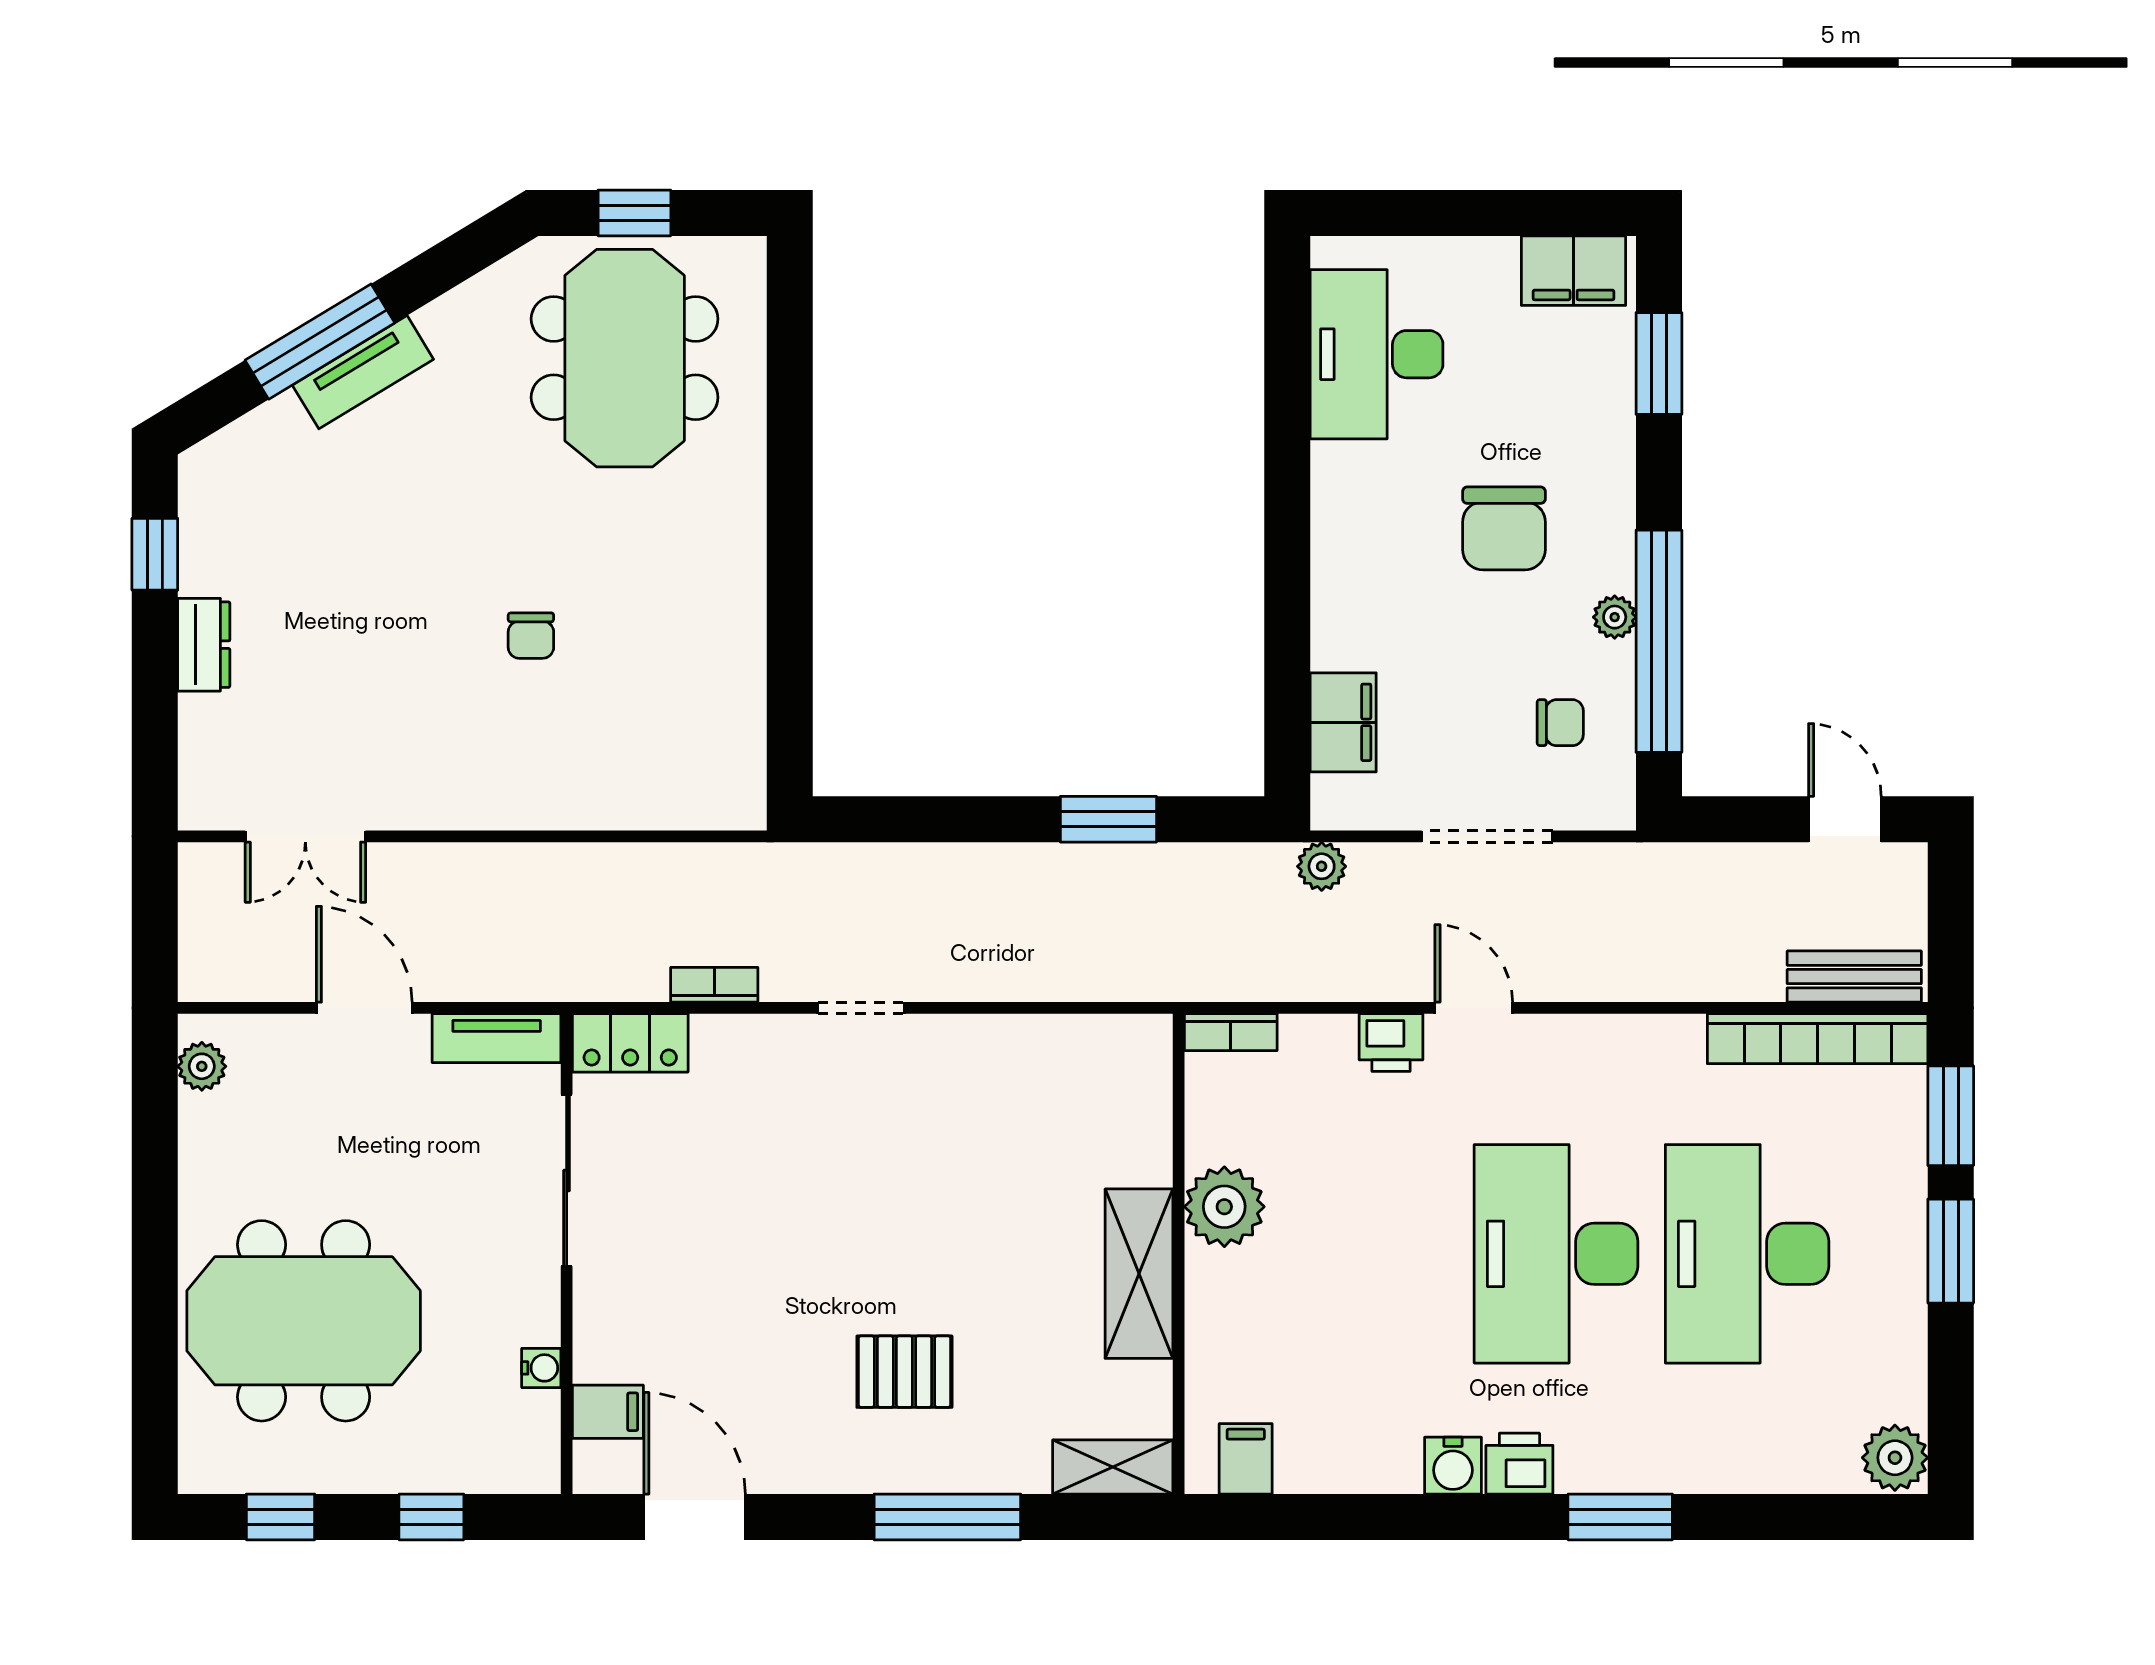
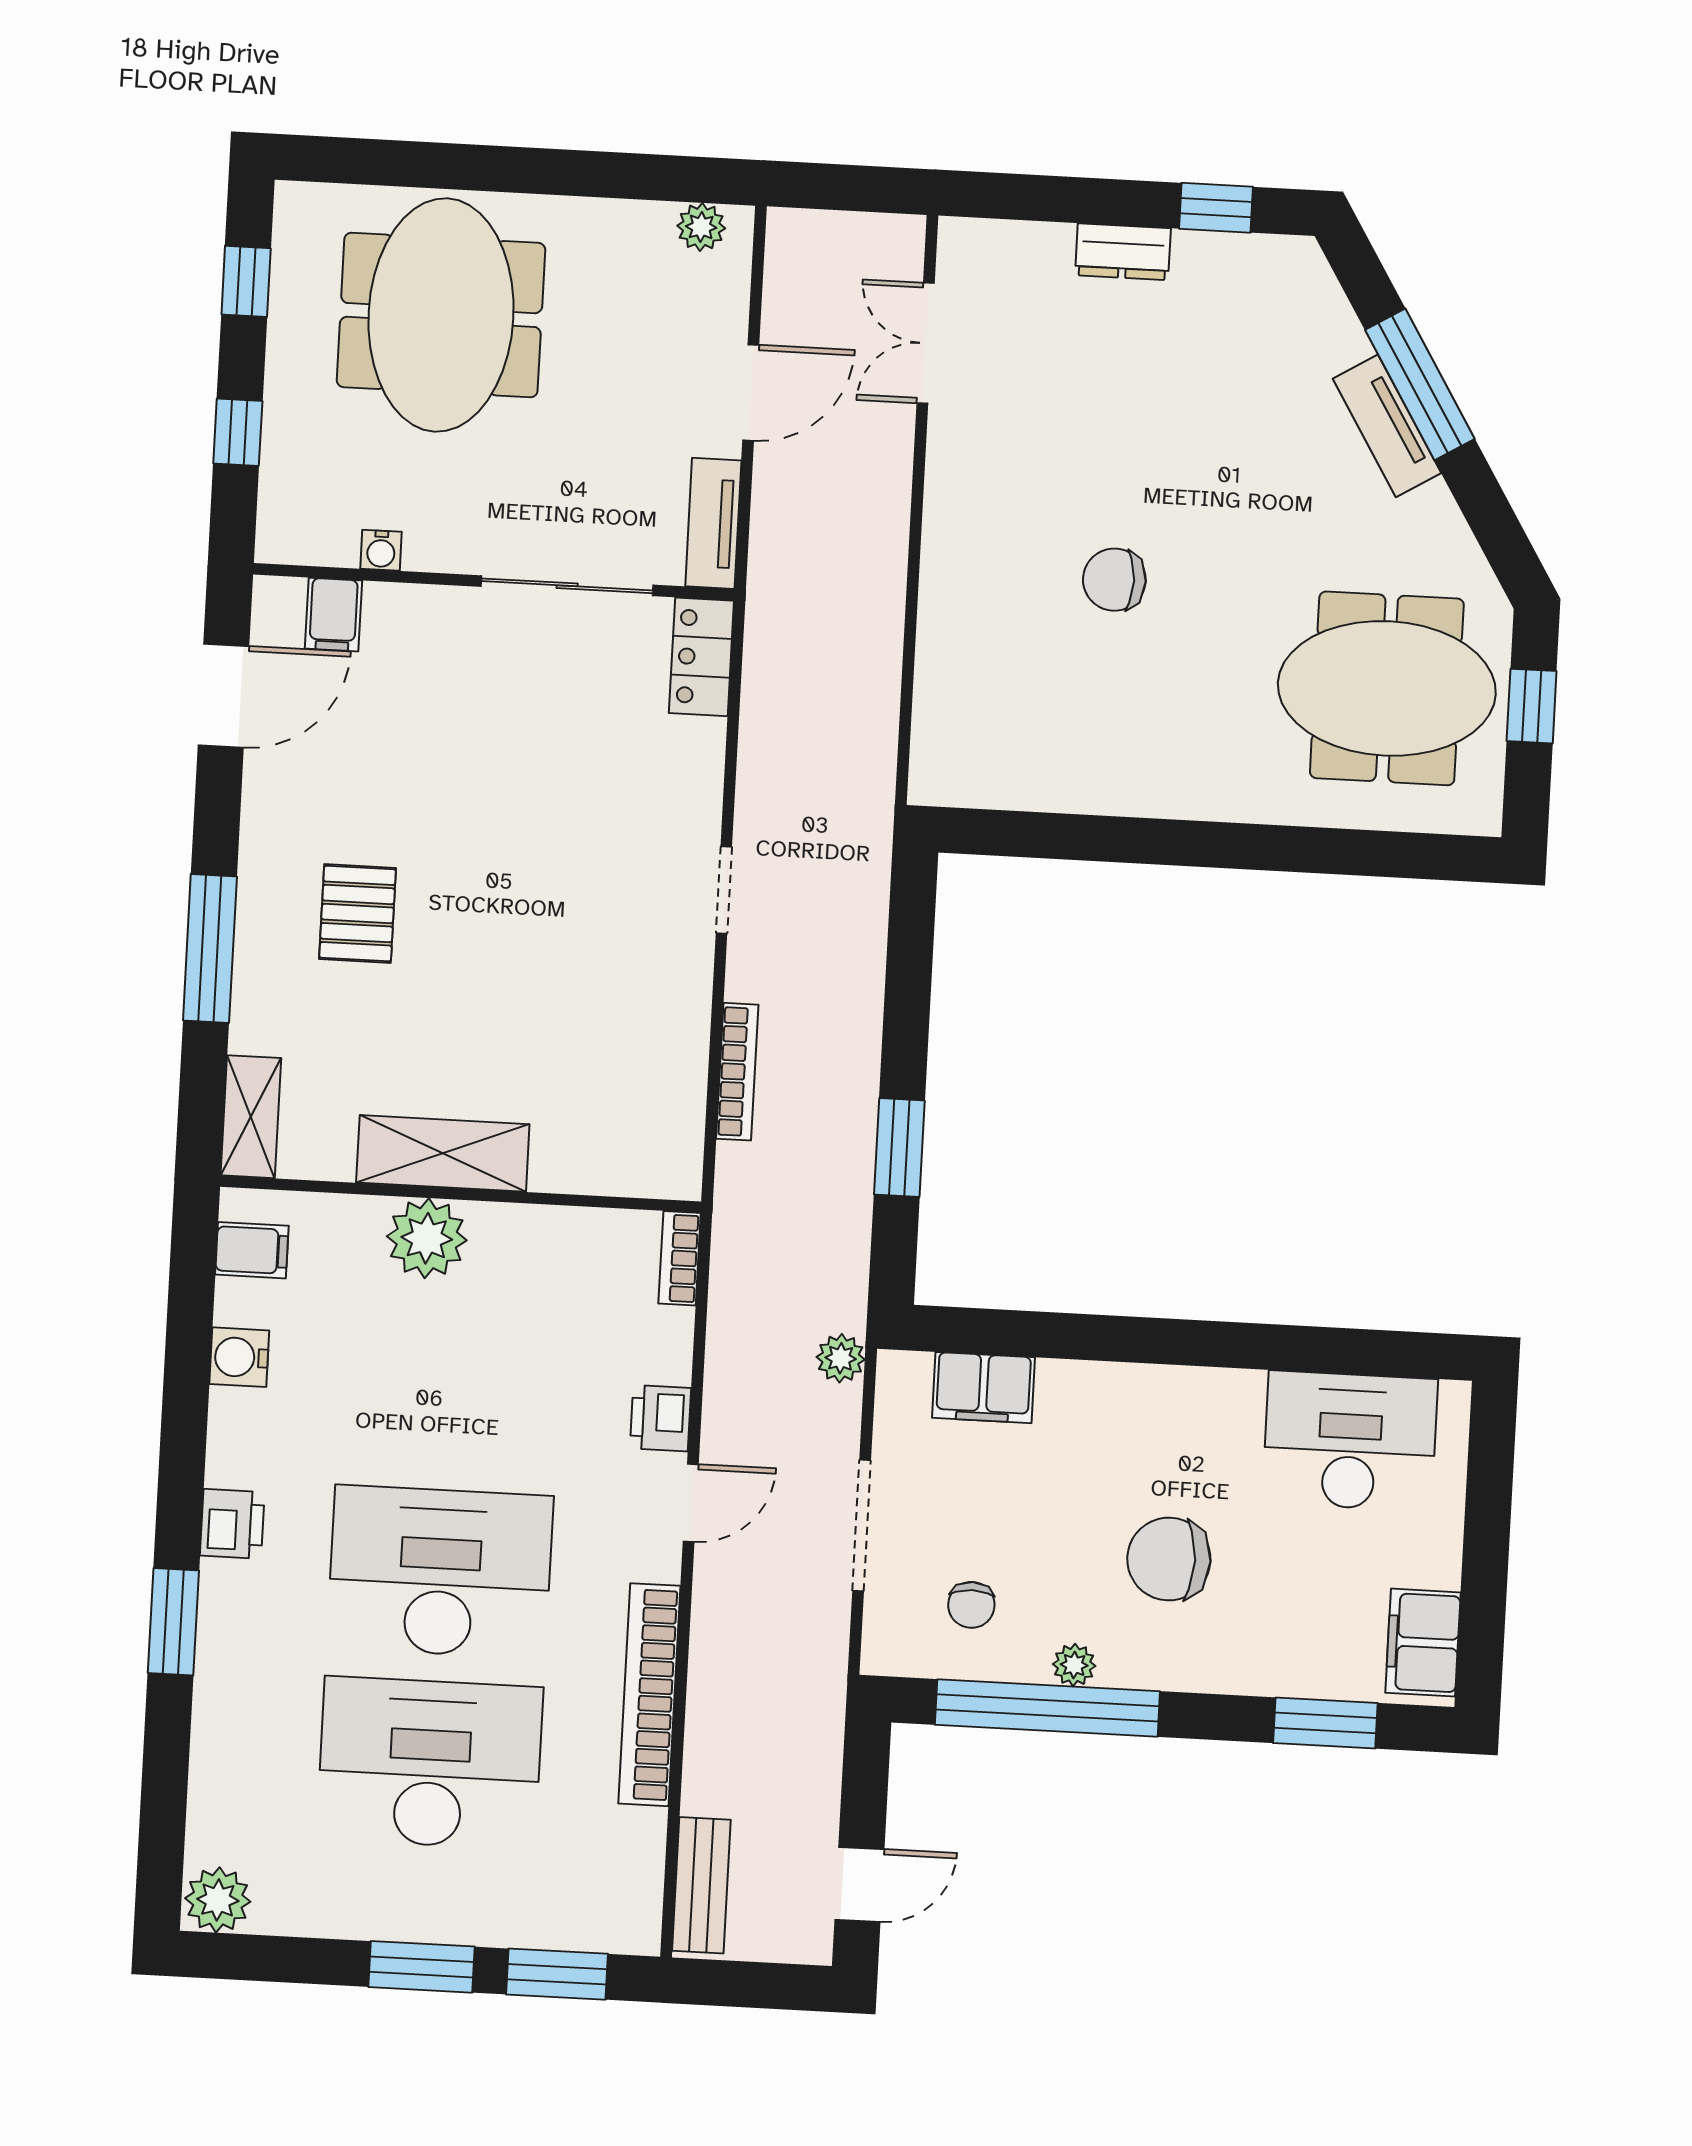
chair: (531, 636) -> (1114, 580), width x1.37, depth x1.37
bookcase: (714, 985) -> (737, 1072), moved, width x1.56
bookcase: (1818, 1039) -> (649, 1695), moved
plant: (1224, 1207) -> (427, 1238), moved
water cooler: (1453, 1466) -> (239, 1357), moved

